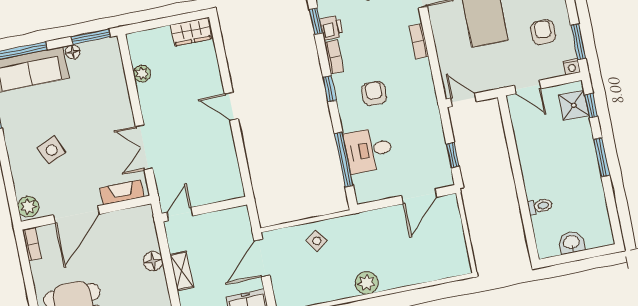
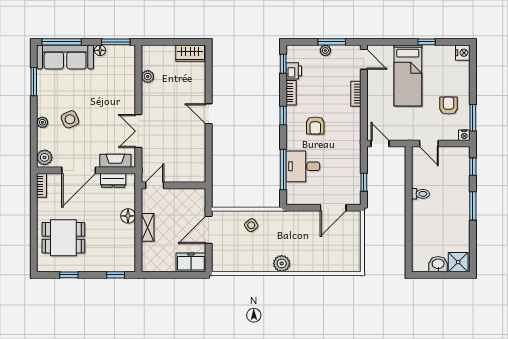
armchair: (374, 94) -> (315, 126), turned 180
shower: (574, 105) -> (458, 262), moved
plant: (16, 161) -> (42, 122), added
toilet: (540, 206) -> (420, 194), moved
dresser: (124, 219) -> (113, 180), added

